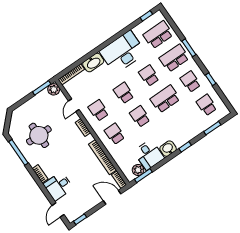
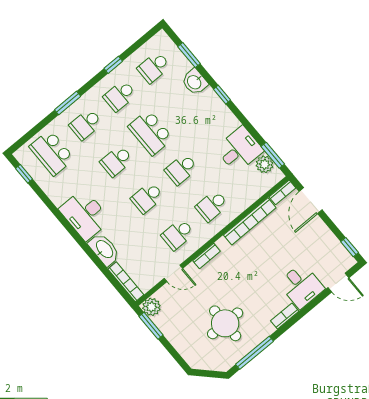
desk: (123, 52) -> (85, 215), width x0.73, depth x0.77
school desk: (174, 58) -> (86, 124), width x0.54
washbasin: (168, 149) -> (195, 82), moved

